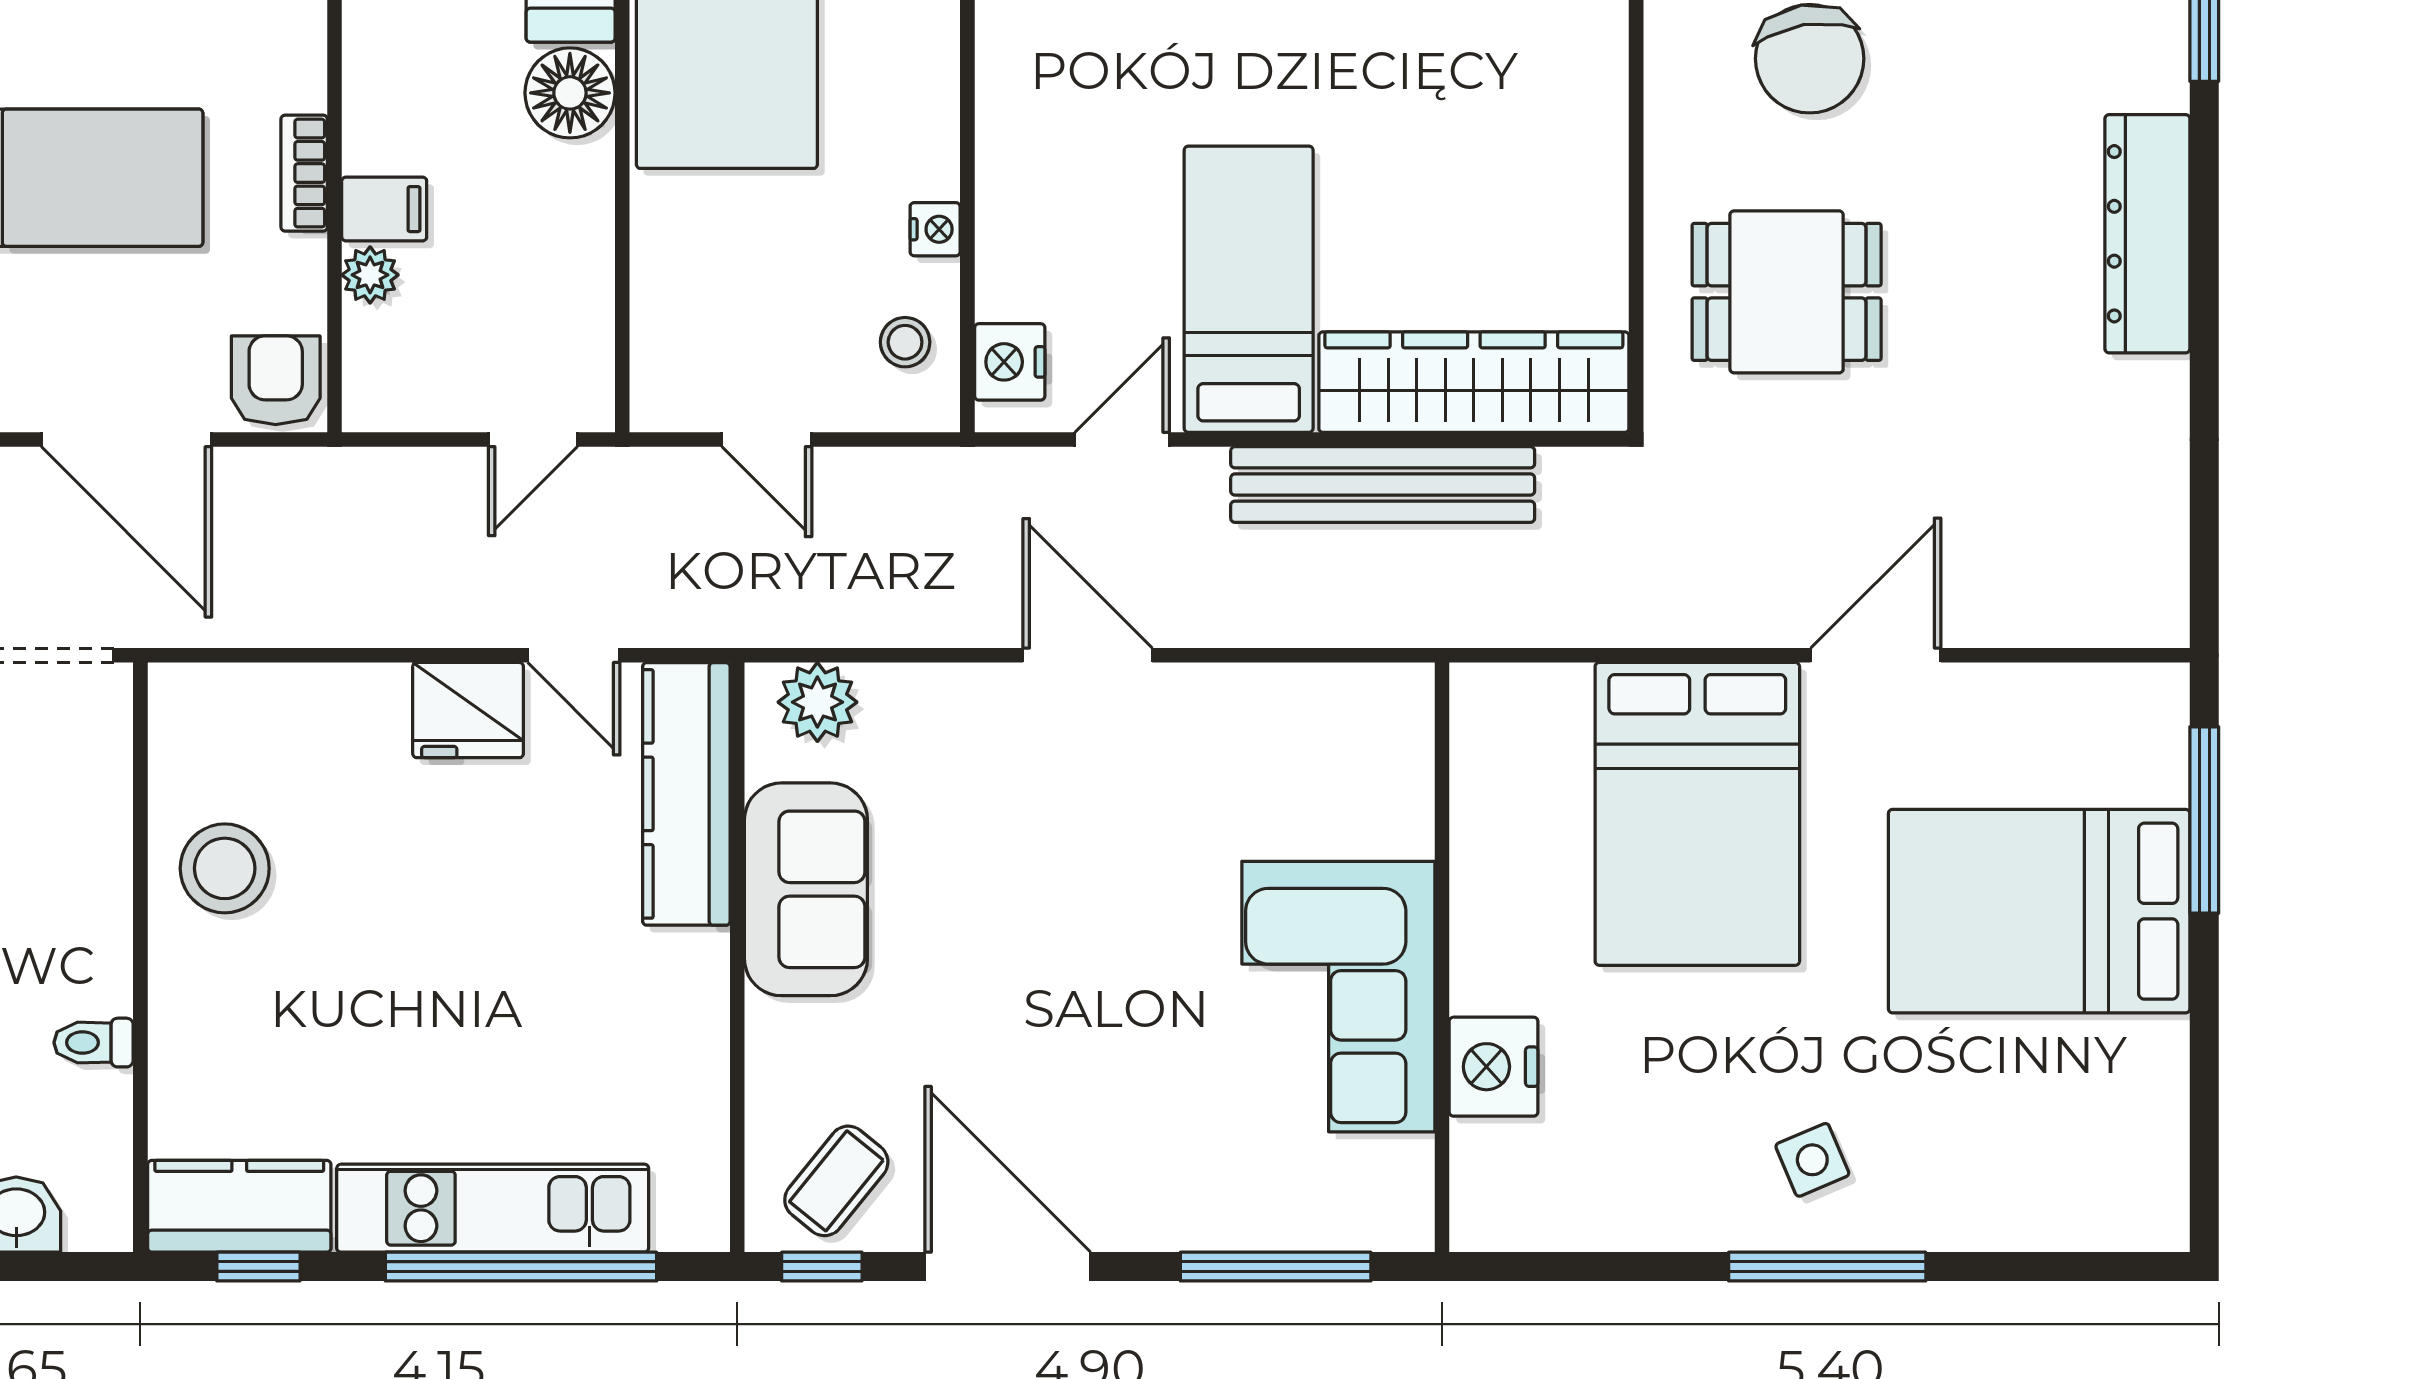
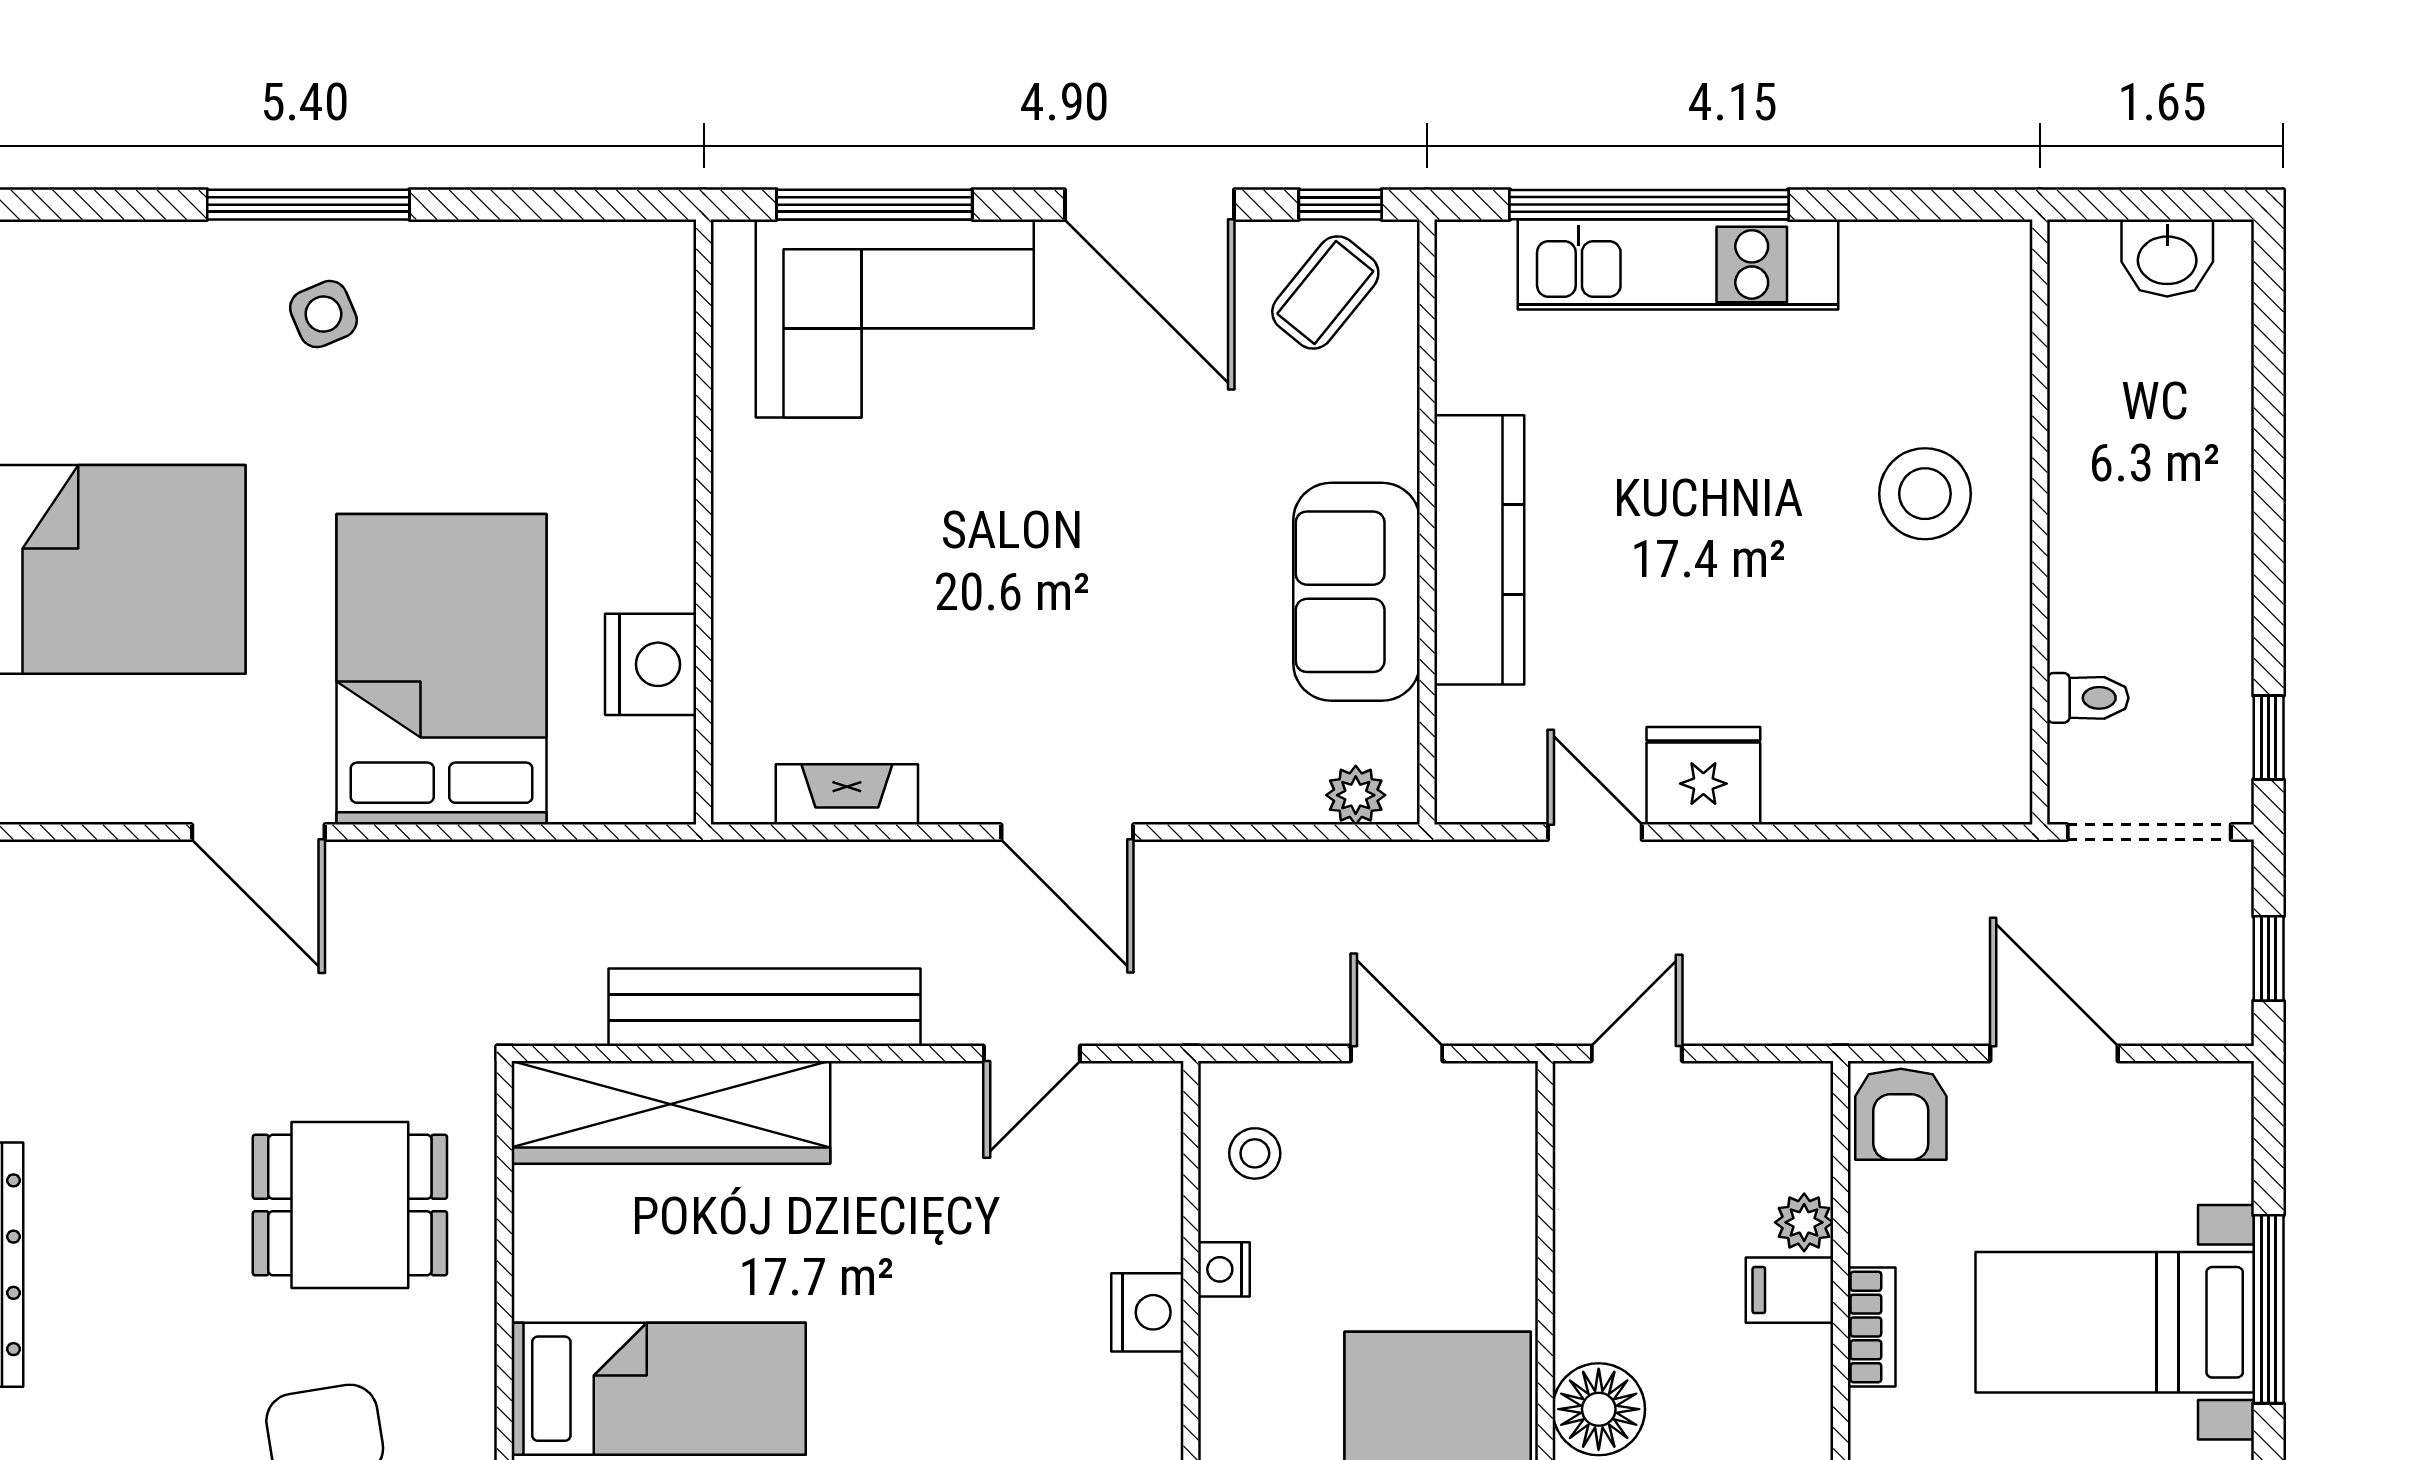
bed: (1249, 289) -> (659, 1389), moved, turned -90
nightstand: (1010, 362) -> (1147, 1312), moved
door: (127, 440) -> (2054, 1053), width x0.73
door: (1876, 655) -> (258, 832), hinge flipped
fireplace: (1302, 692) -> (847, 794), added
plant: (817, 702) -> (1356, 795), width x0.73, depth x0.73
kitchen counter: (686, 794) -> (1479, 550), moved
stool: (225, 868) -> (1925, 494), moved
corner sofa: (1338, 997) -> (895, 318), moved, turned 90
toilet: (94, 1043) -> (2088, 698), moved
nightstand: (1494, 1067) -> (651, 664), moved
kitchen counter: (239, 1206) -> (1938, 266), removed
window: (258, 1267) -> (1919, 205), removed

